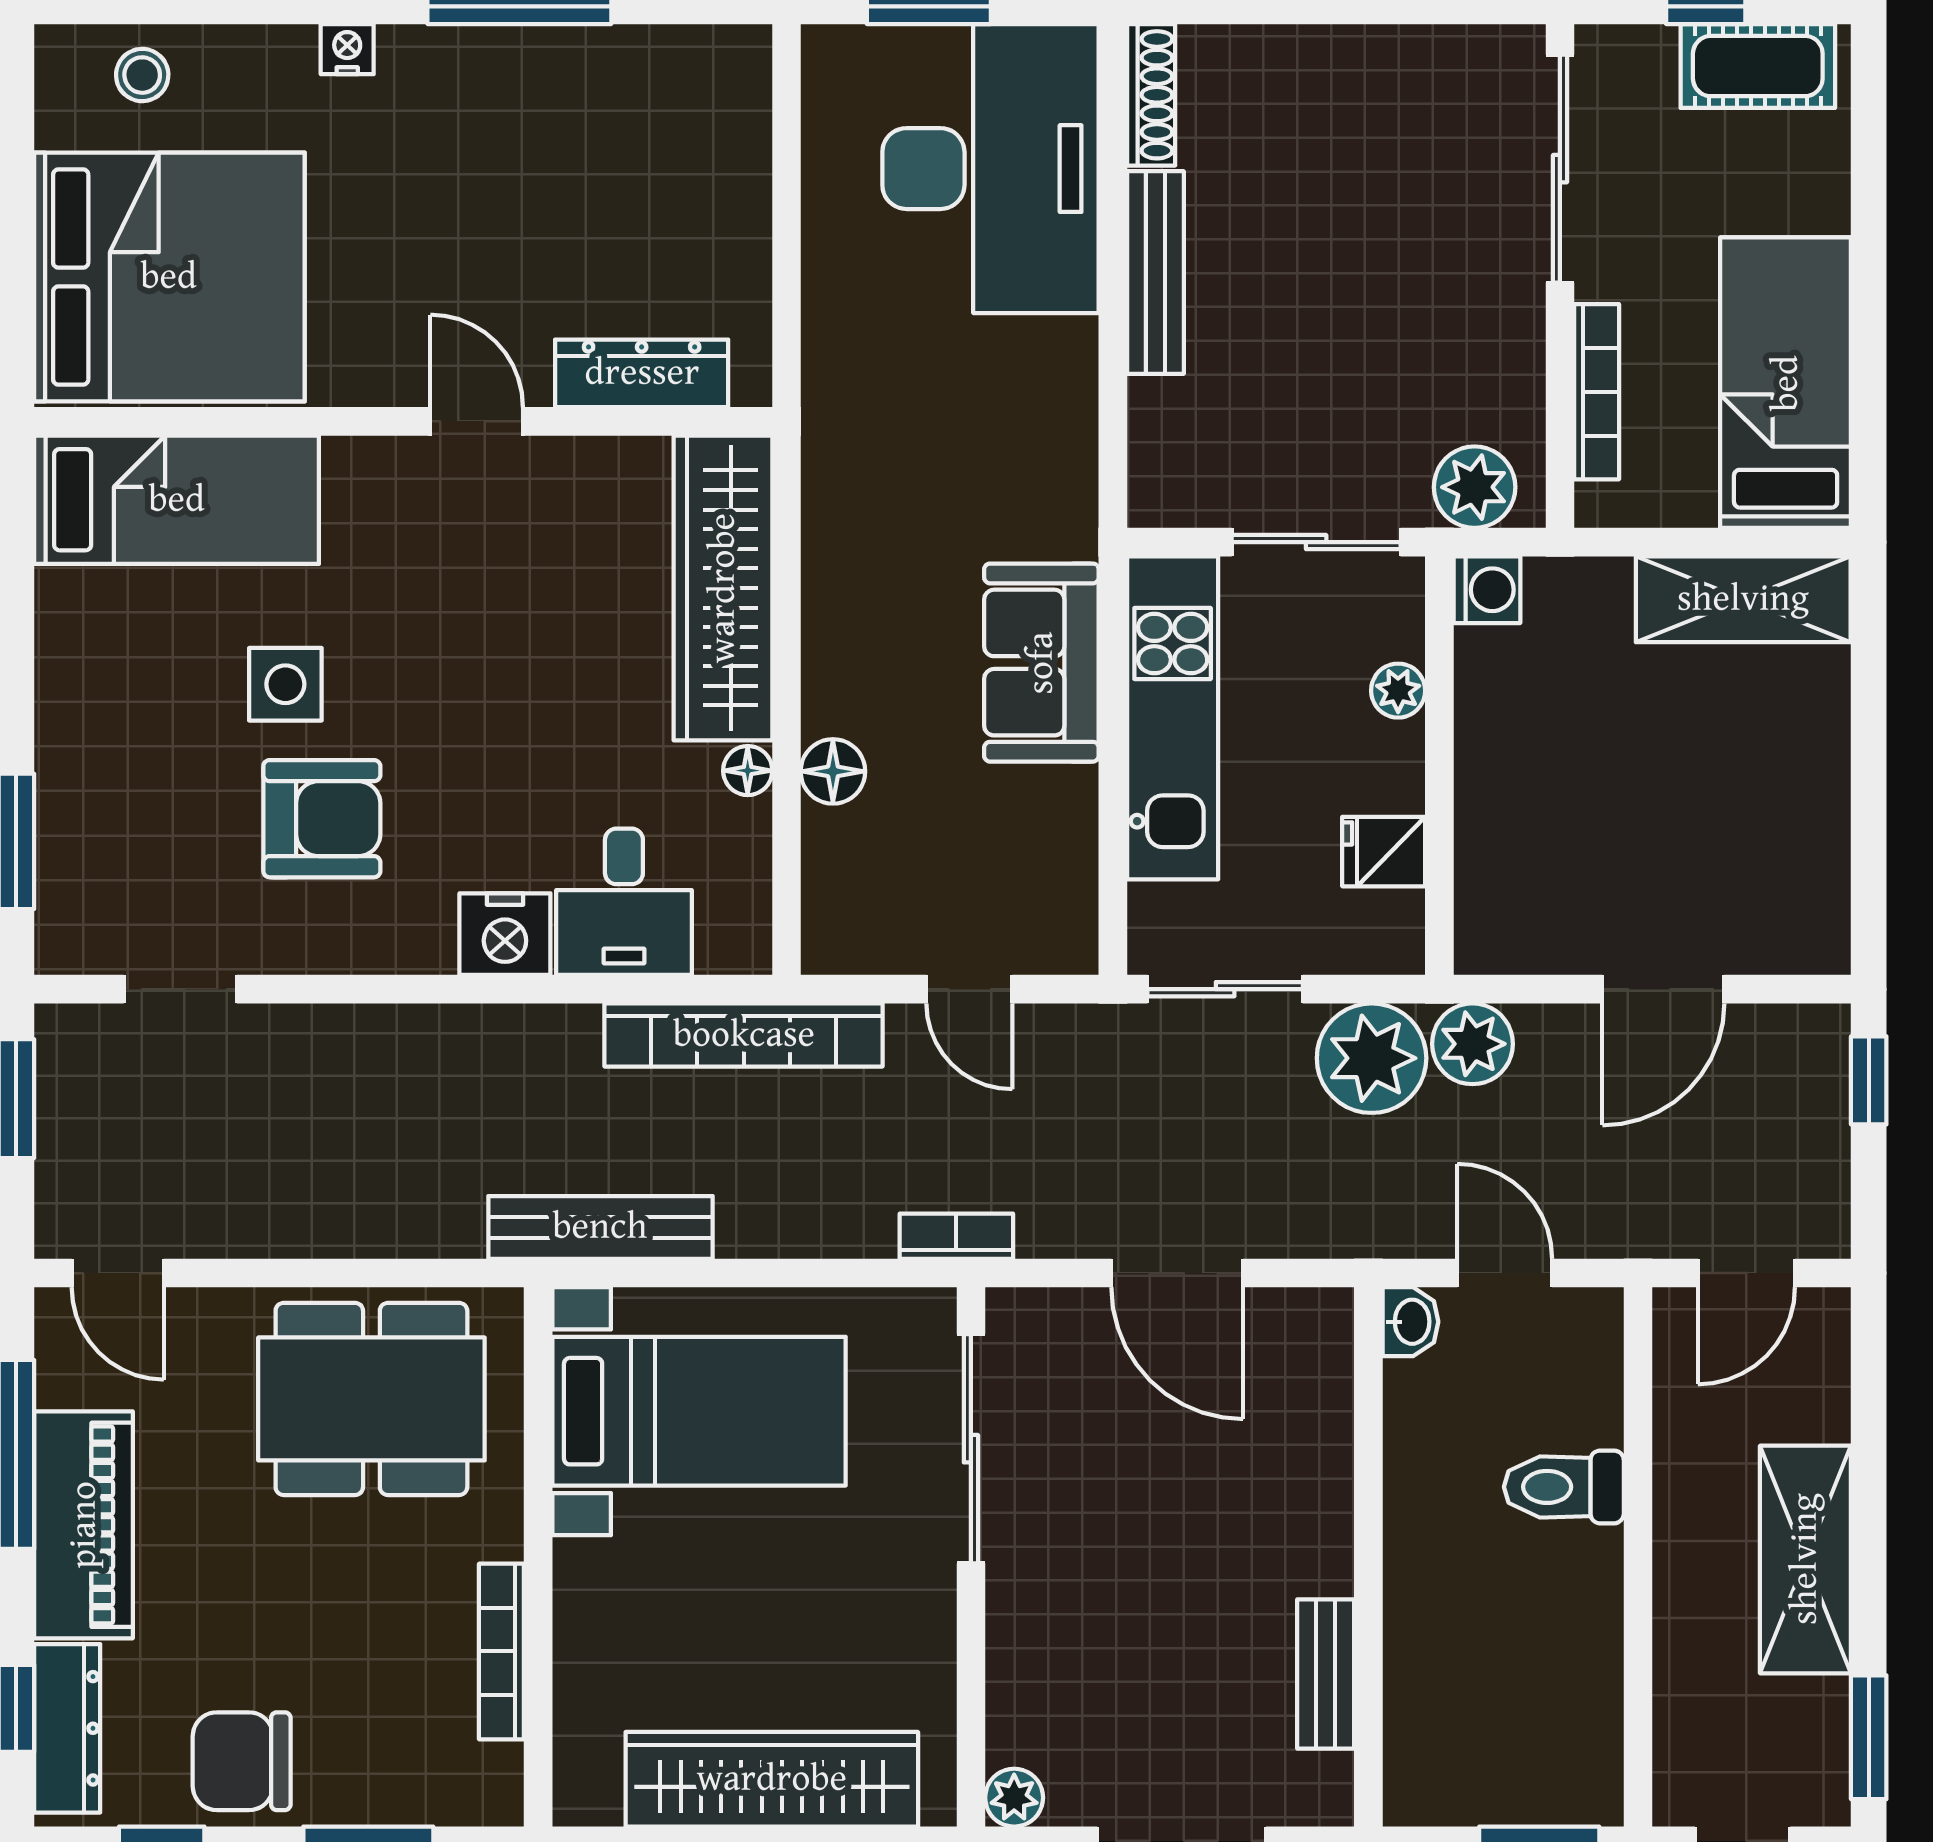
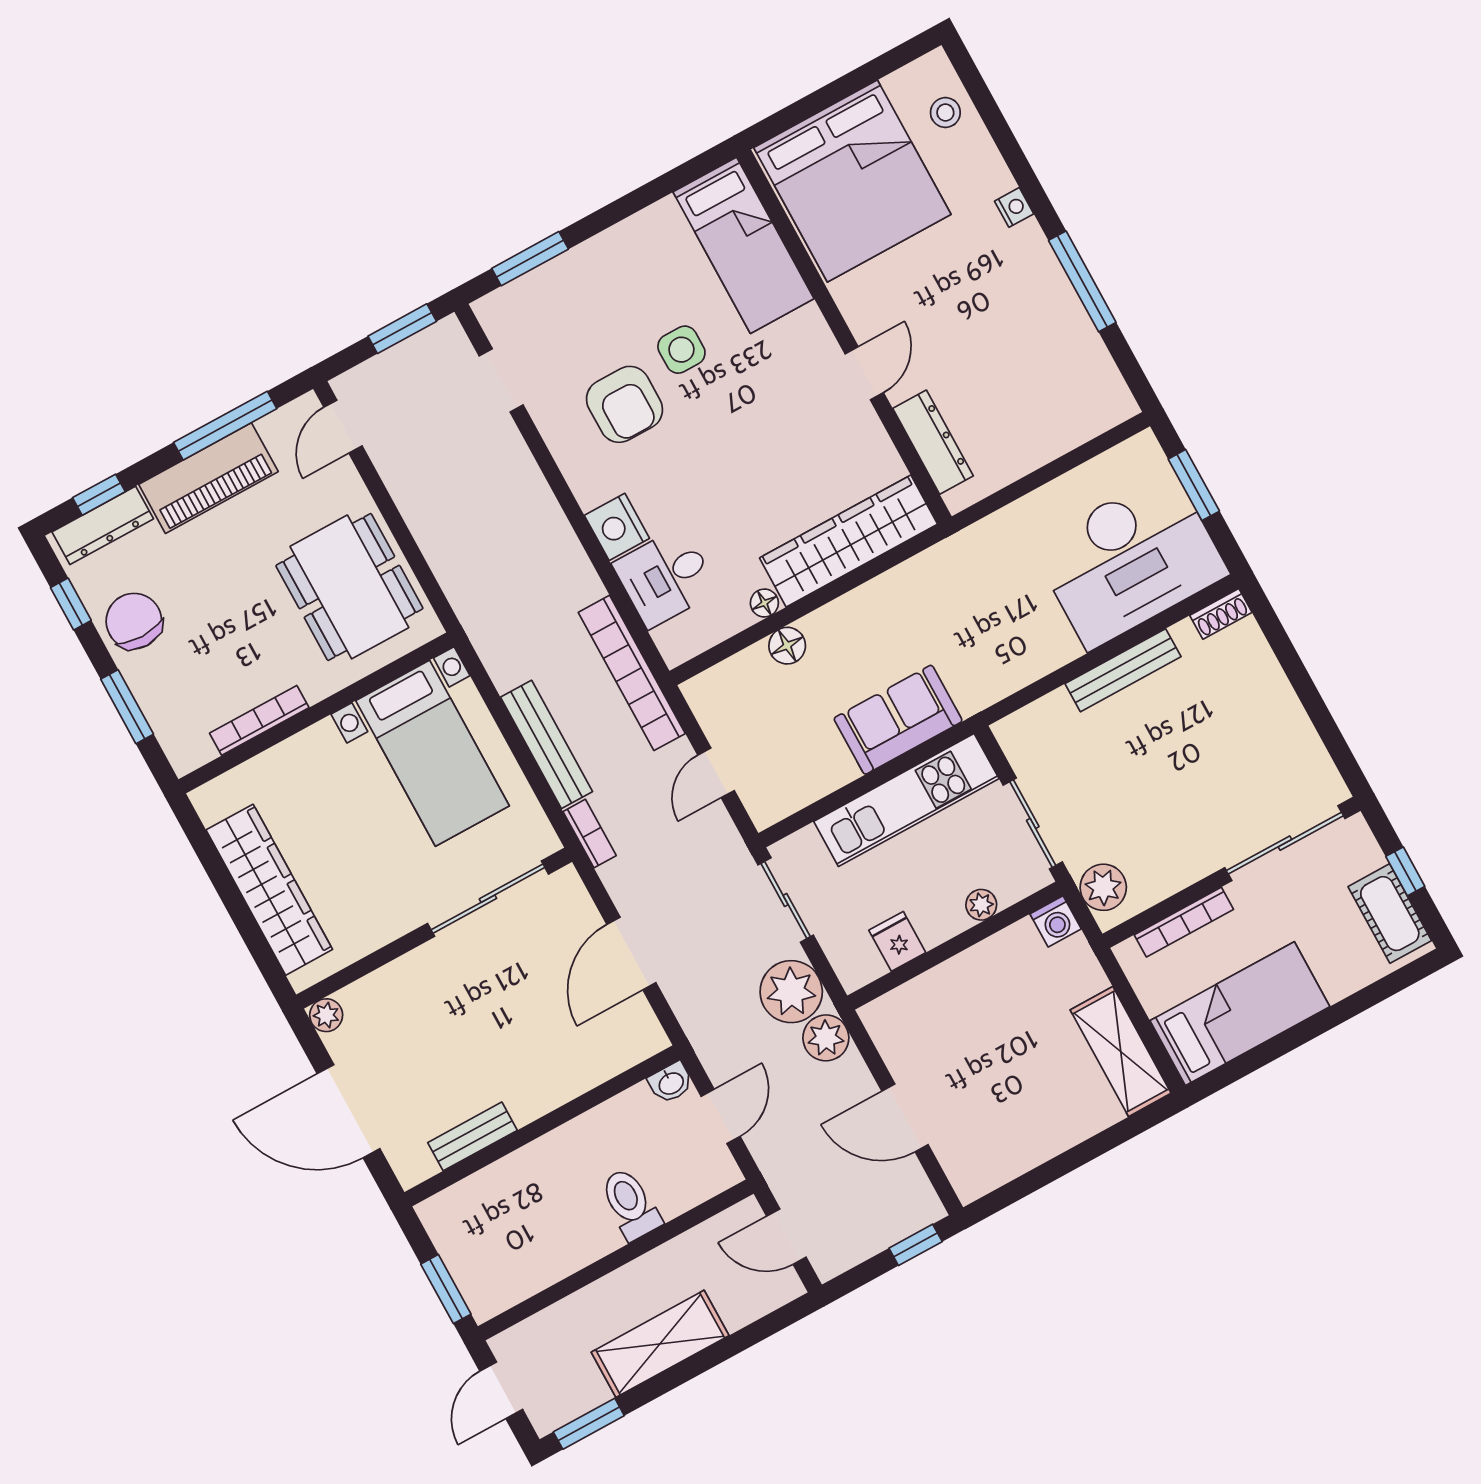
shoe rack: (1151, 95) -> (1221, 614), width x0.70
bench: (600, 1227) -> (546, 744), moved

